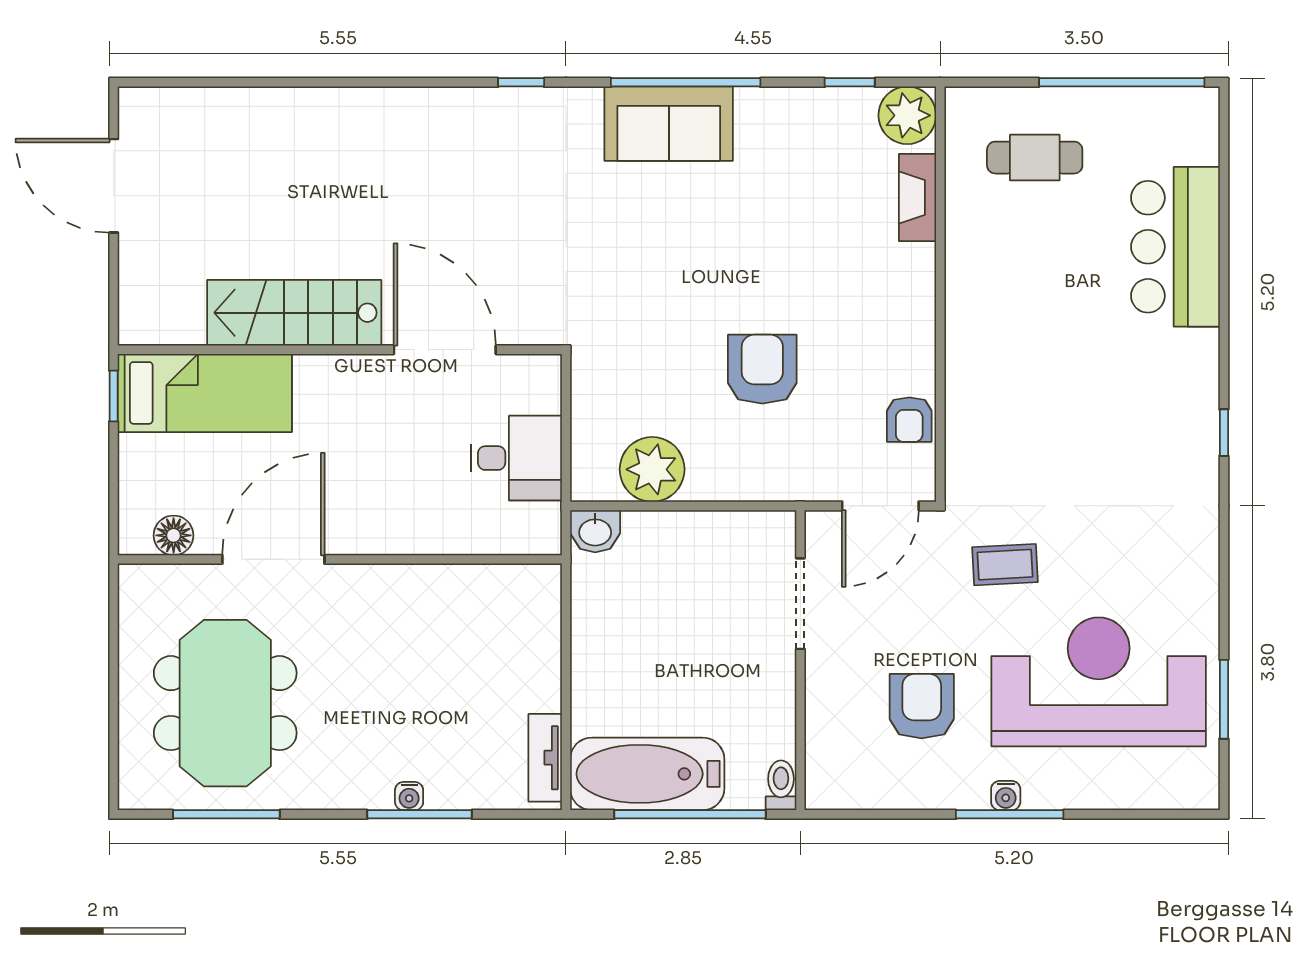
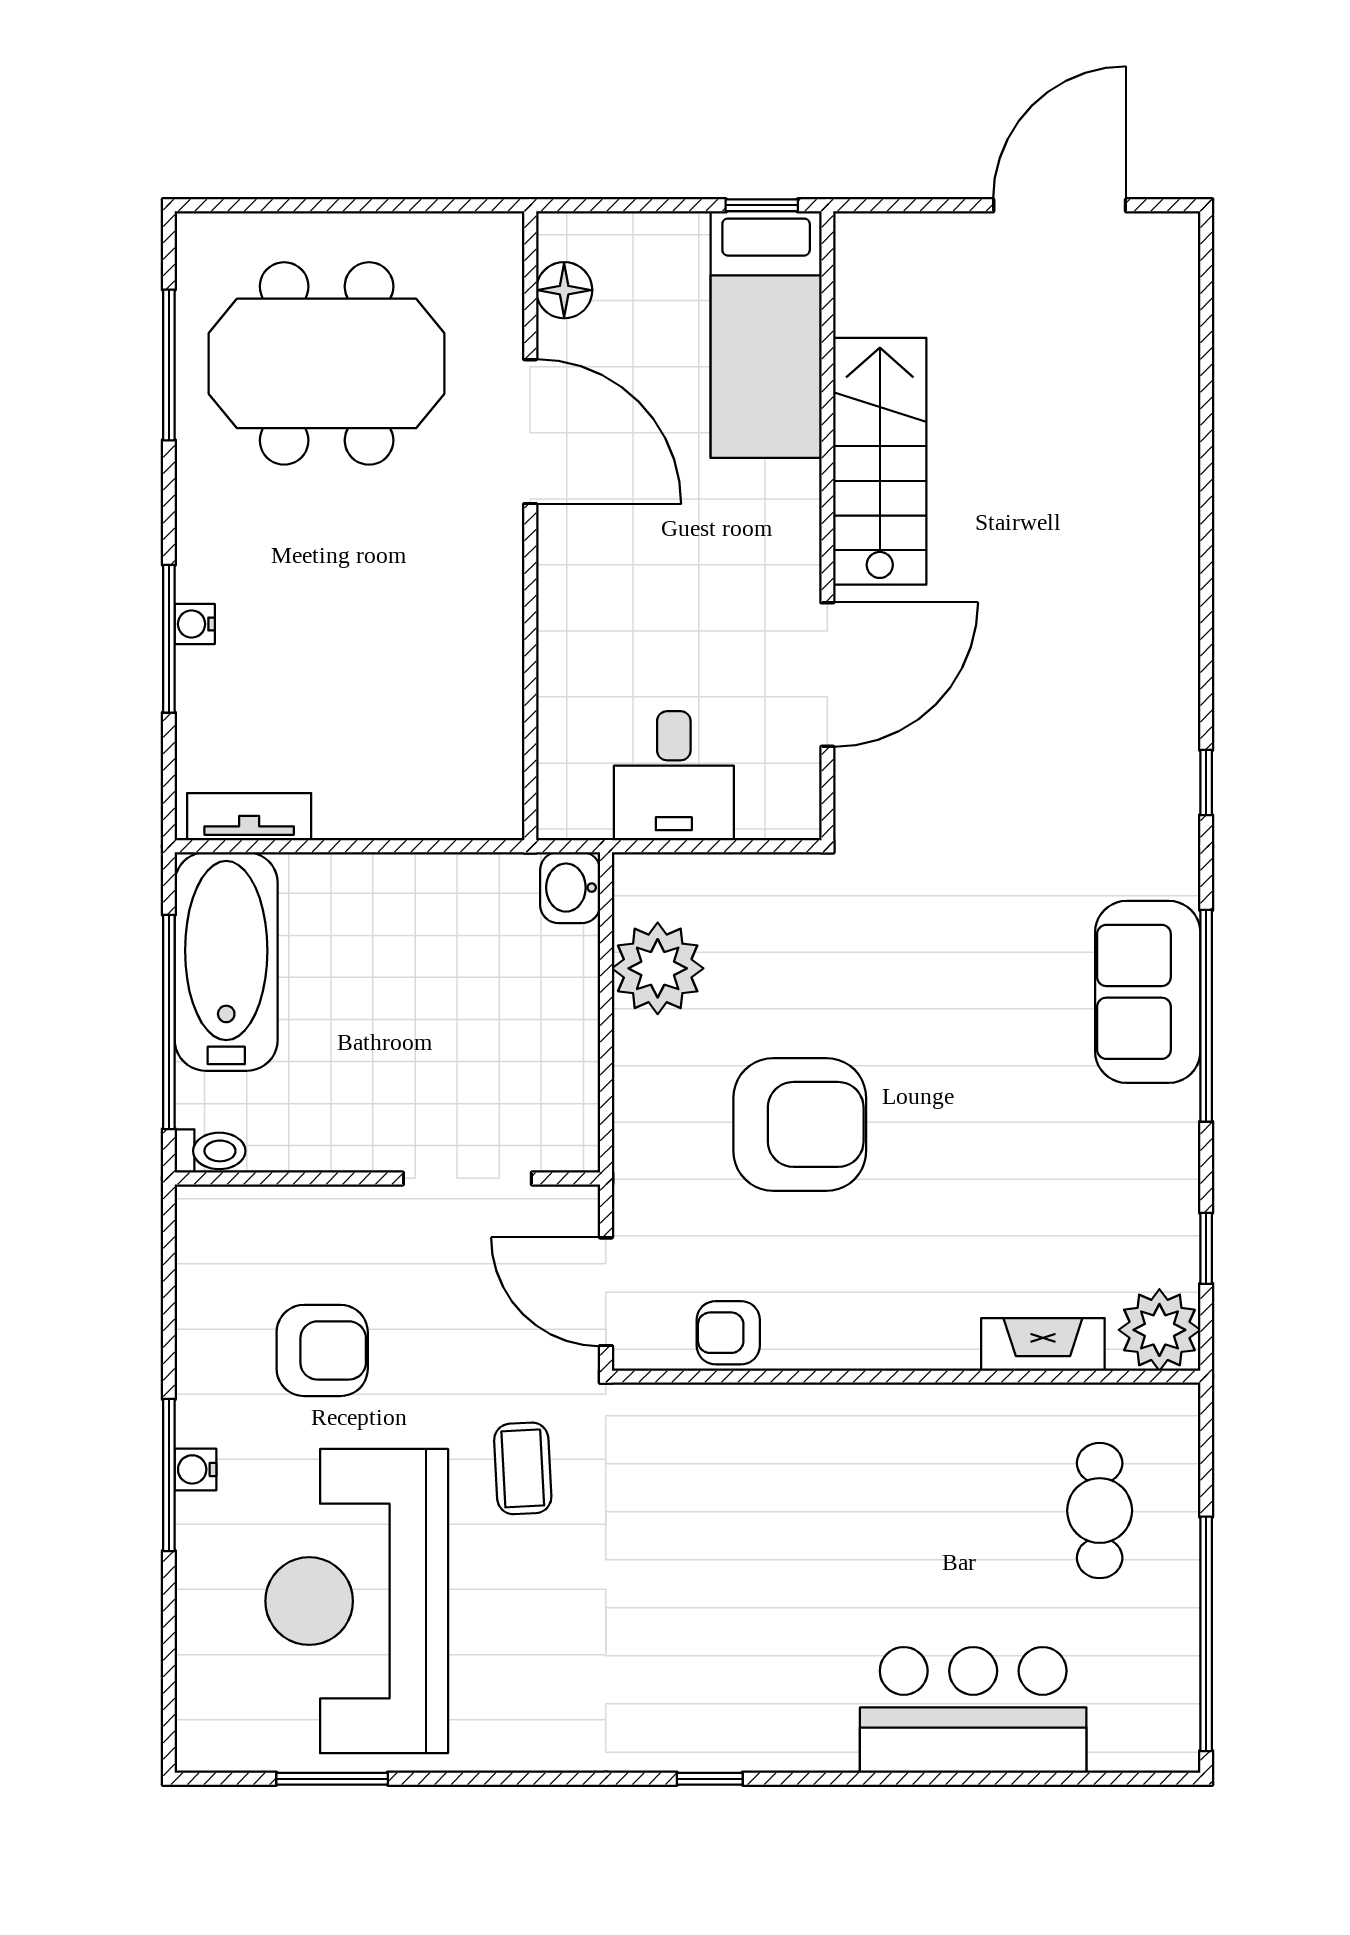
armchair: (762, 369) -> (800, 1124), width x1.36, depth x1.36
reception desk: (1099, 682) -> (357, 1601), turned 180

